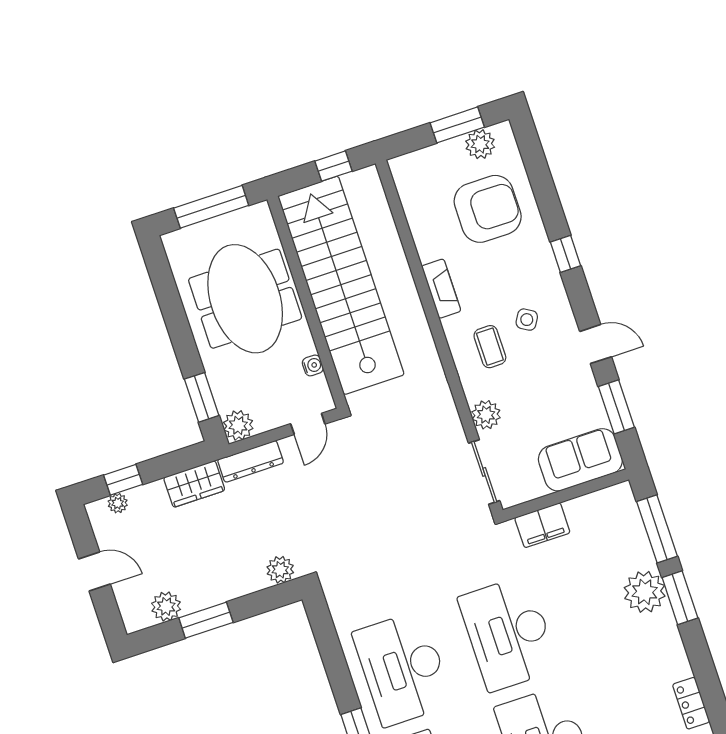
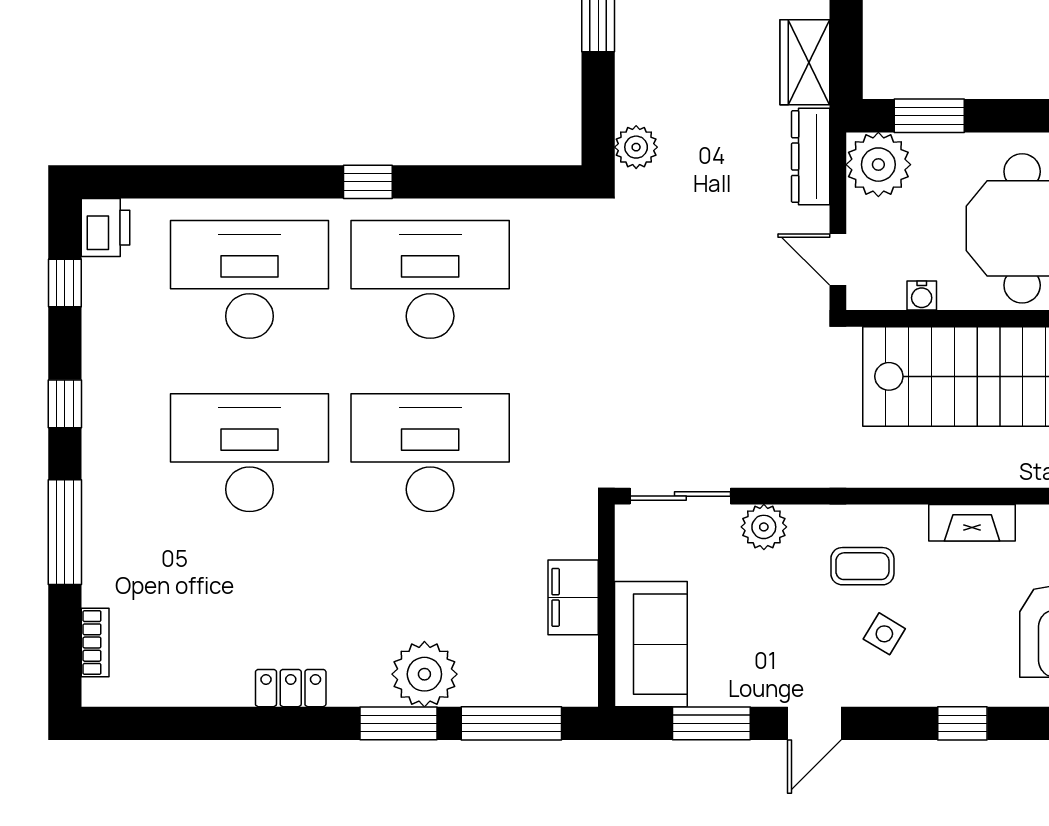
plant: (238, 425) -> (878, 165), width x1.36, depth x1.36
filing cabinet: (542, 525) -> (573, 597), moved
locker: (691, 703) -> (291, 688), moved

